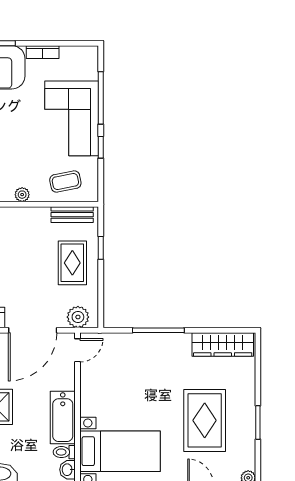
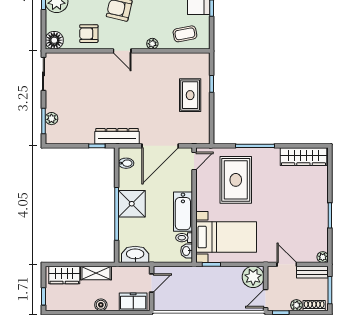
bench: (72, 215) -> (190, 59), removed
plant: (78, 317) -> (194, 136), removed
rug: (205, 420) -> (236, 180), moved

